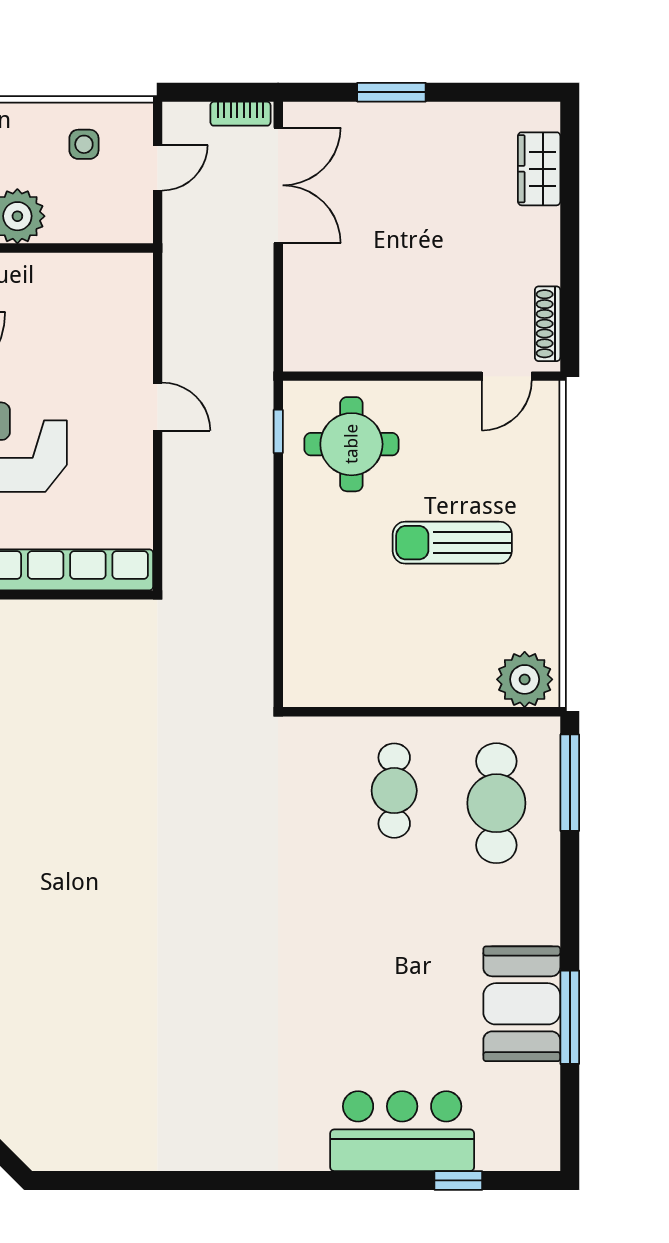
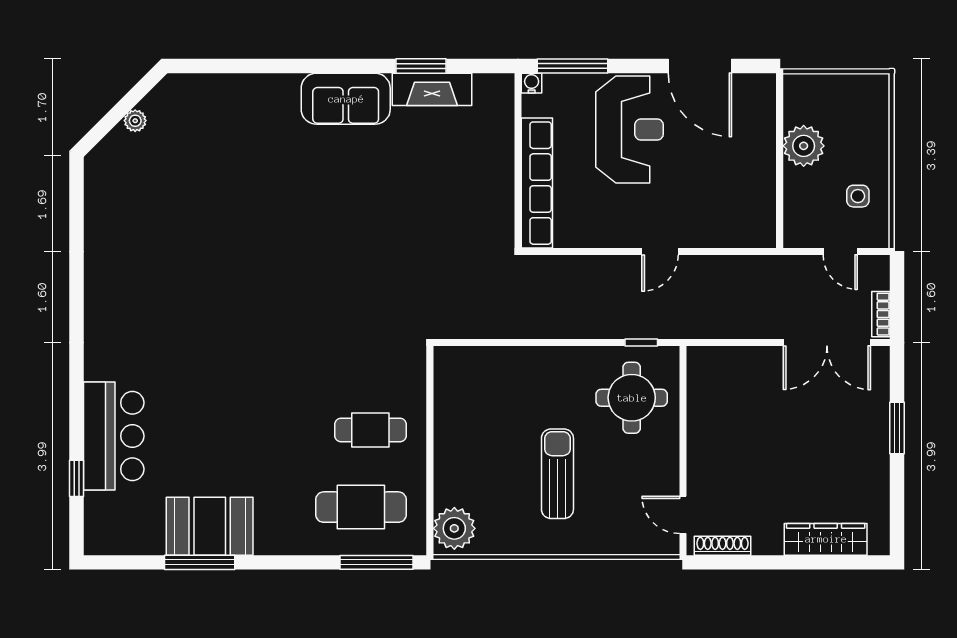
wardrobe: (539, 169) -> (826, 539), width x1.50

